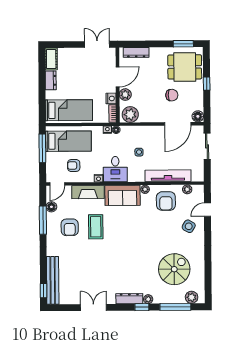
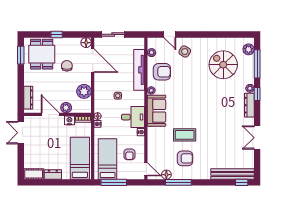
plant: (130, 115) -> (84, 91), moved
fireplace: (88, 192) -> (153, 142), removed

